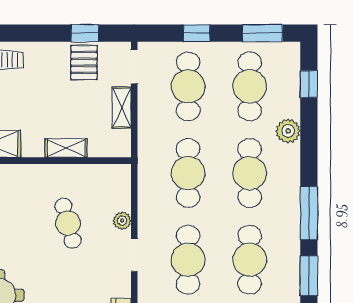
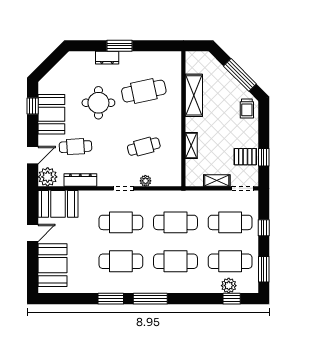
plant: (288, 131) -> (229, 286), moved

